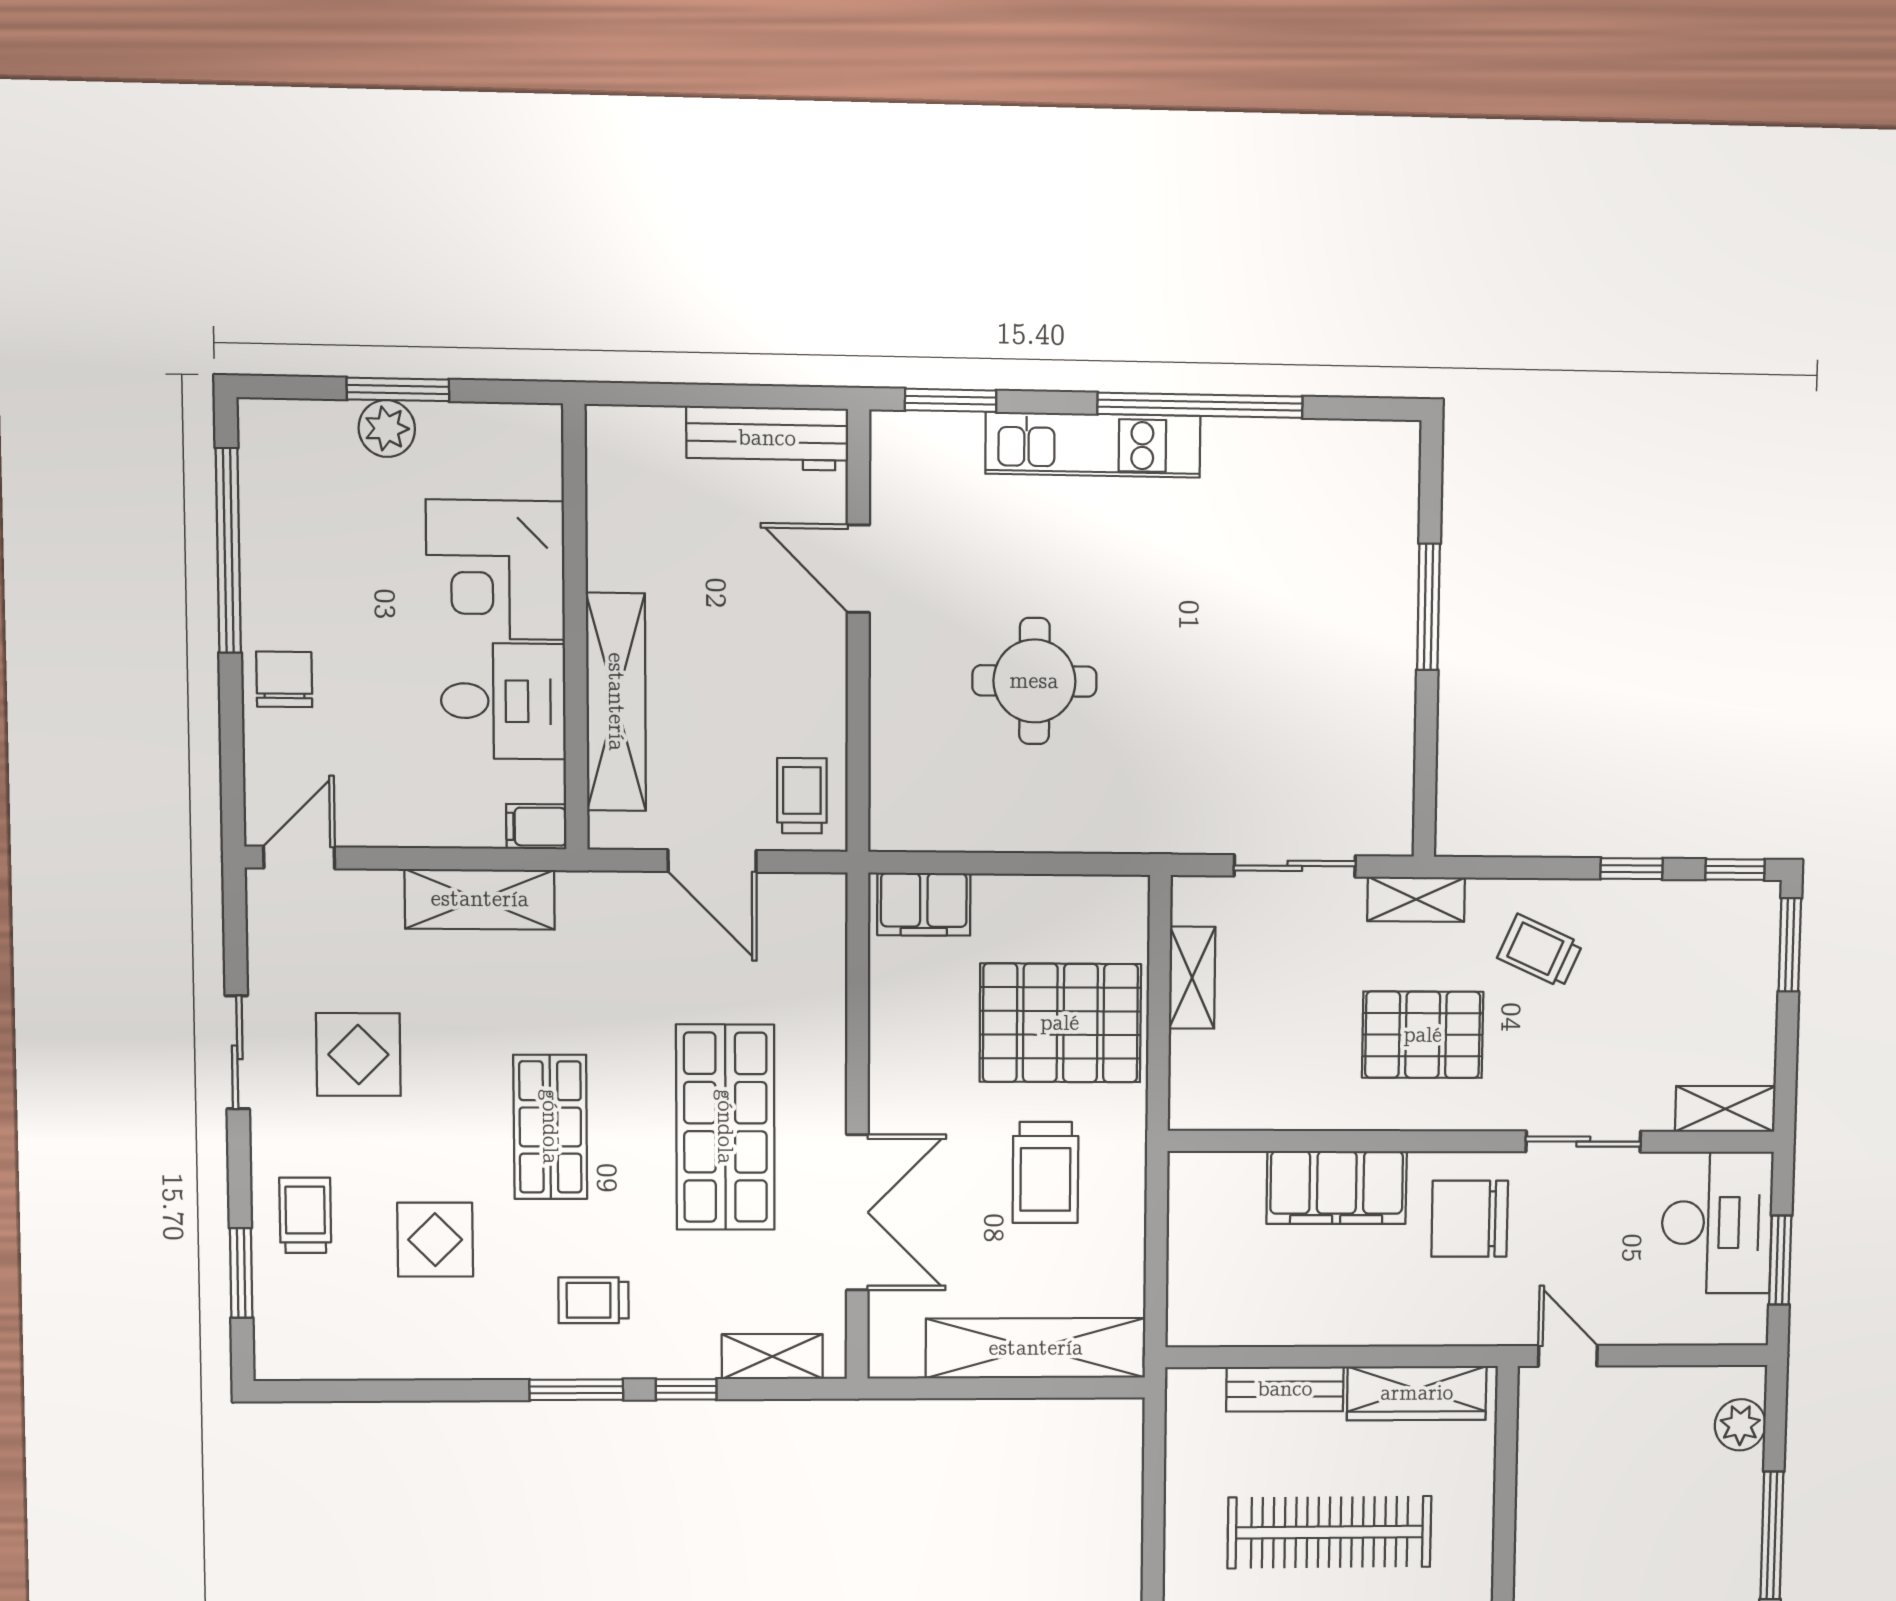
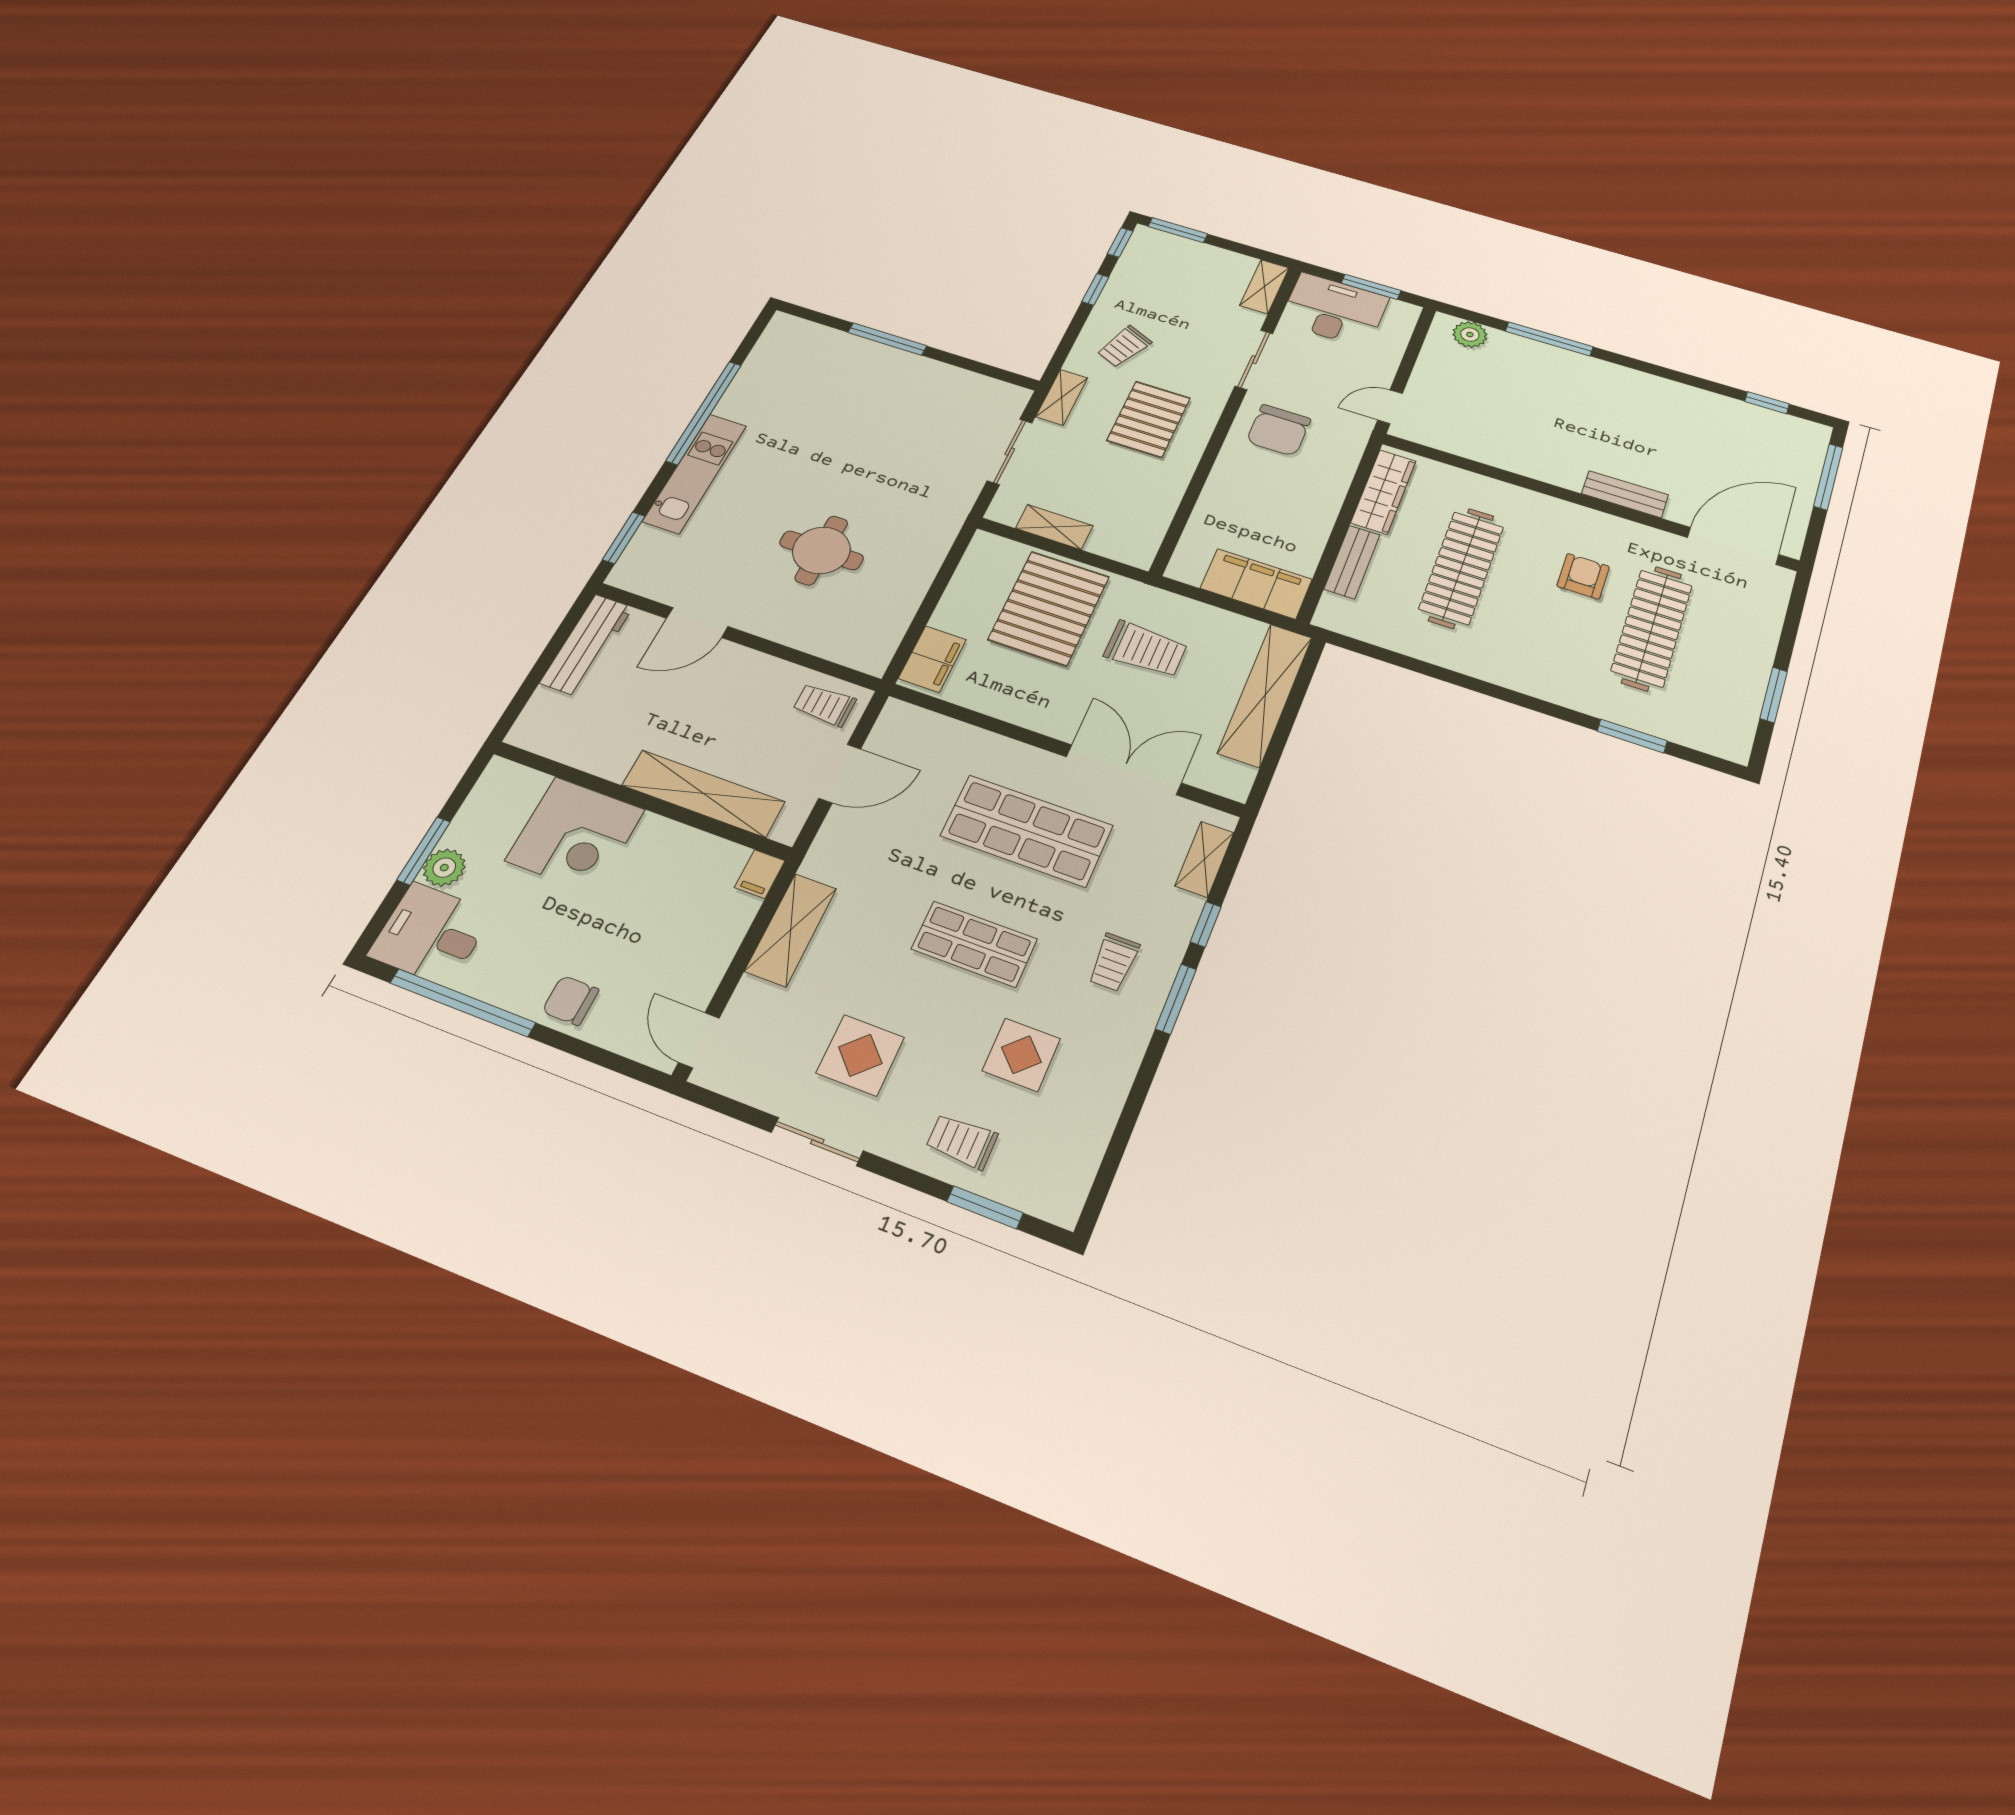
desk: (503, 701) -> (431, 934), moved, turned -90
filing cabinet: (1337, 1188) -> (1256, 584), moved, turned -90

